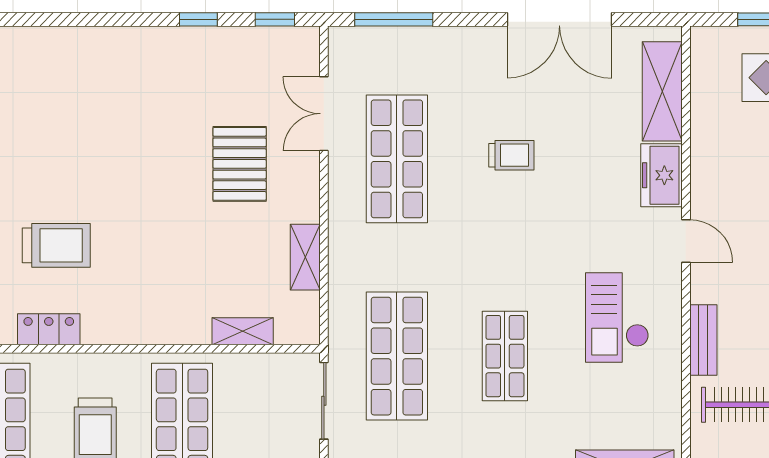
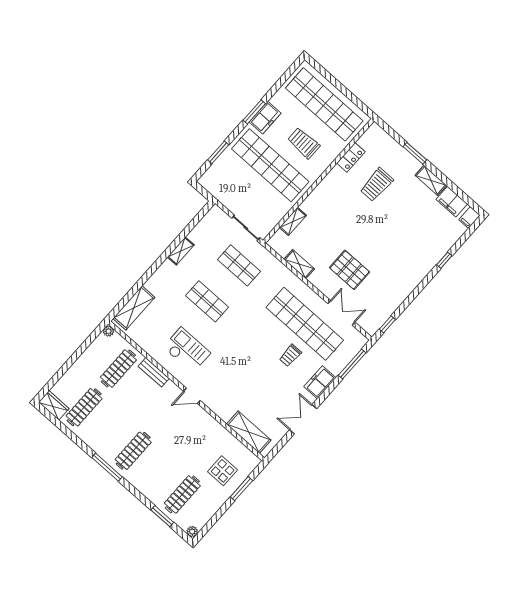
window: (198, 19) -> (444, 260), moved
double door: (559, 19) -> (303, 419), width x0.73
trolley: (511, 155) -> (290, 355), moved
shop shelf: (397, 159) -> (305, 324), width x1.40
freezer: (662, 175) -> (320, 382), moved, turned -90
shop shelf: (397, 356) -> (239, 265), width x0.70, depth x0.74

